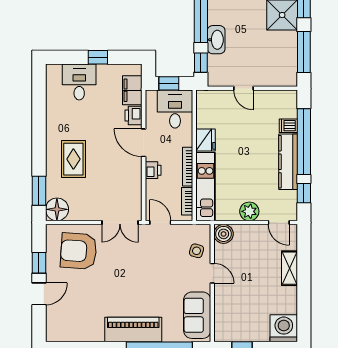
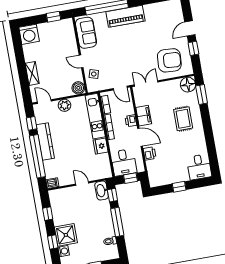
washbasin: (216, 40) -> (102, 191), moved
window: (304, 52) -> (48, 214), width x0.46
desk: (79, 82) -> (199, 167), moved
filing cabinet: (132, 90) -> (144, 116), moved
dishwasher: (288, 126) -> (52, 183), moved

